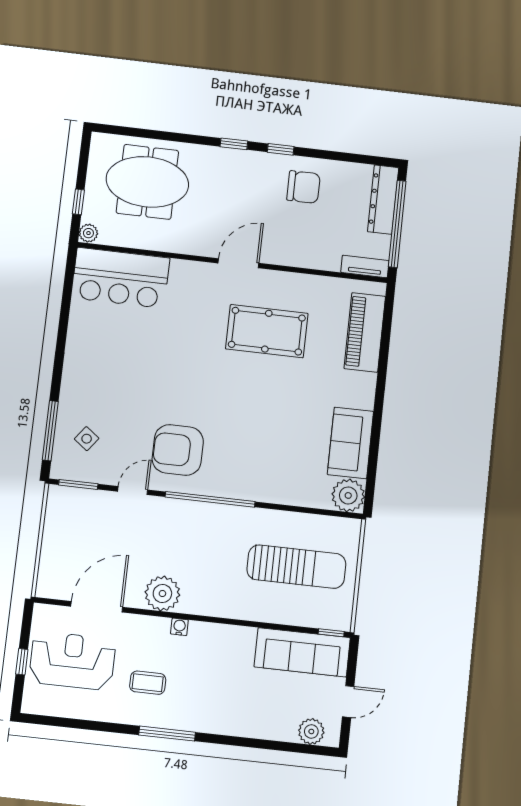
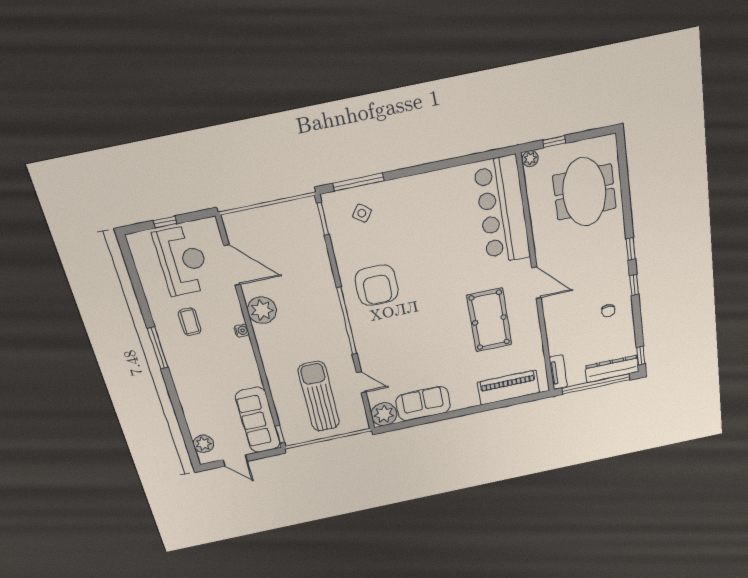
window: (377, 161) -> (641, 356), added
chair: (303, 187) -> (608, 311), width x0.54, depth x0.54
bar counter: (121, 278) -> (502, 211), width x1.36
armchair: (178, 450) -> (377, 285), turned 180
door: (133, 491) -> (361, 382), moved
sun lounger: (296, 567) -> (319, 397), turned 180

